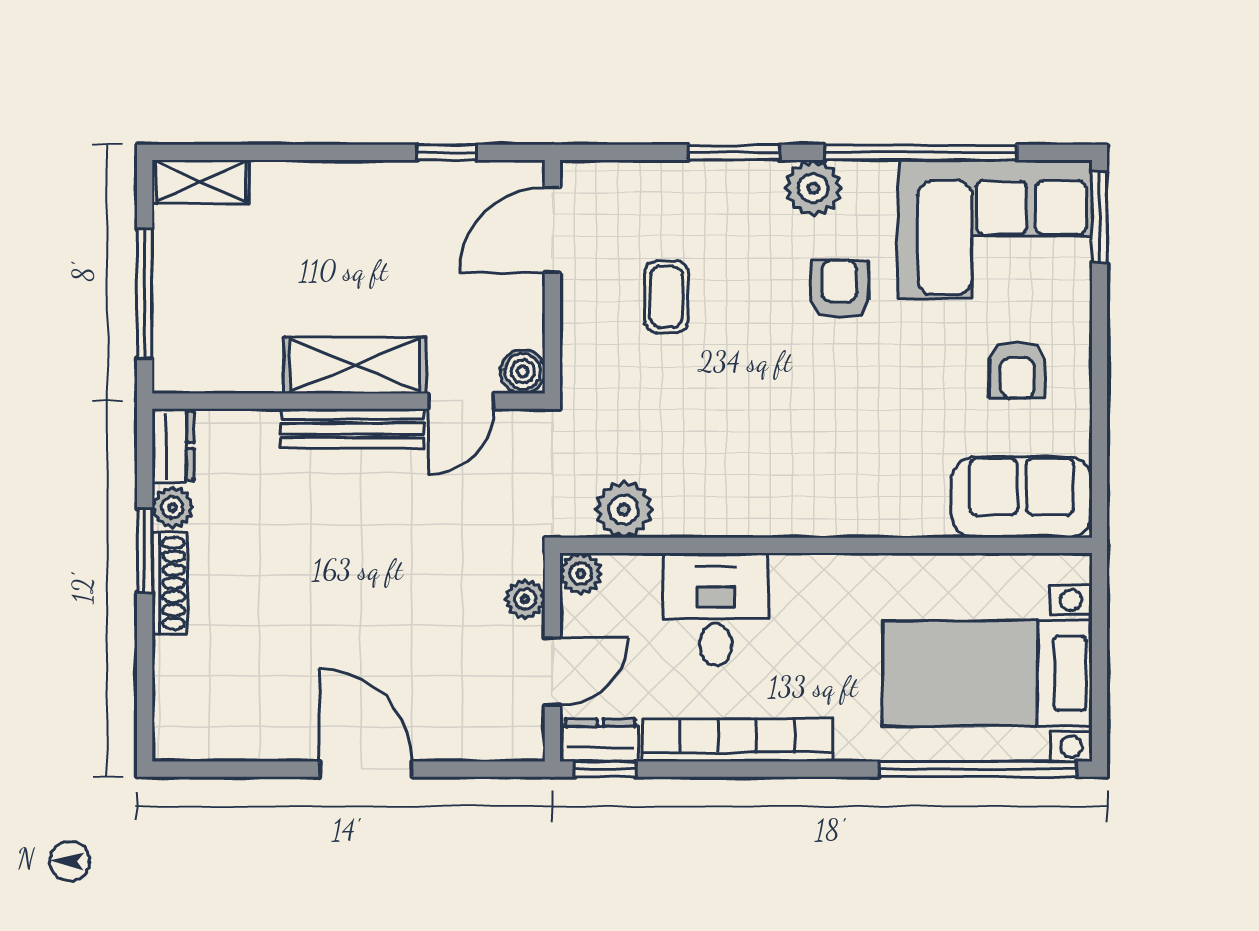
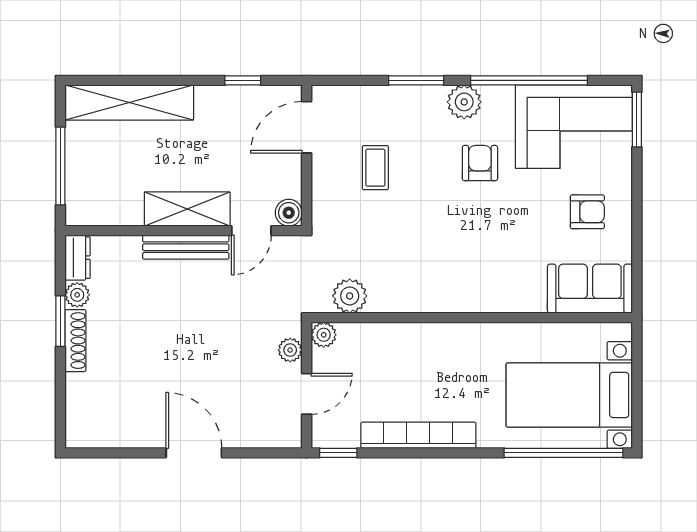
shelving: (201, 182) -> (129, 103), width x2.20, depth x1.33
armchair: (1017, 370) -> (587, 212), turned -90
desk: (716, 609) -> (405, 356), removed
dresser: (600, 740) -> (335, 435), removed

